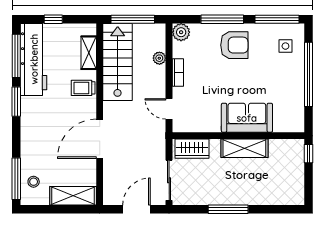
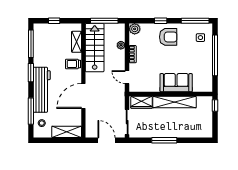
window: (222, 19) -> (161, 21), width x0.46
workbench: (34, 59) -> (42, 90), moved
shelving: (244, 148) -> (175, 102), width x1.47
window: (16, 179) -> (31, 111), moved
door: (136, 209) -> (107, 140), hinge flipped

